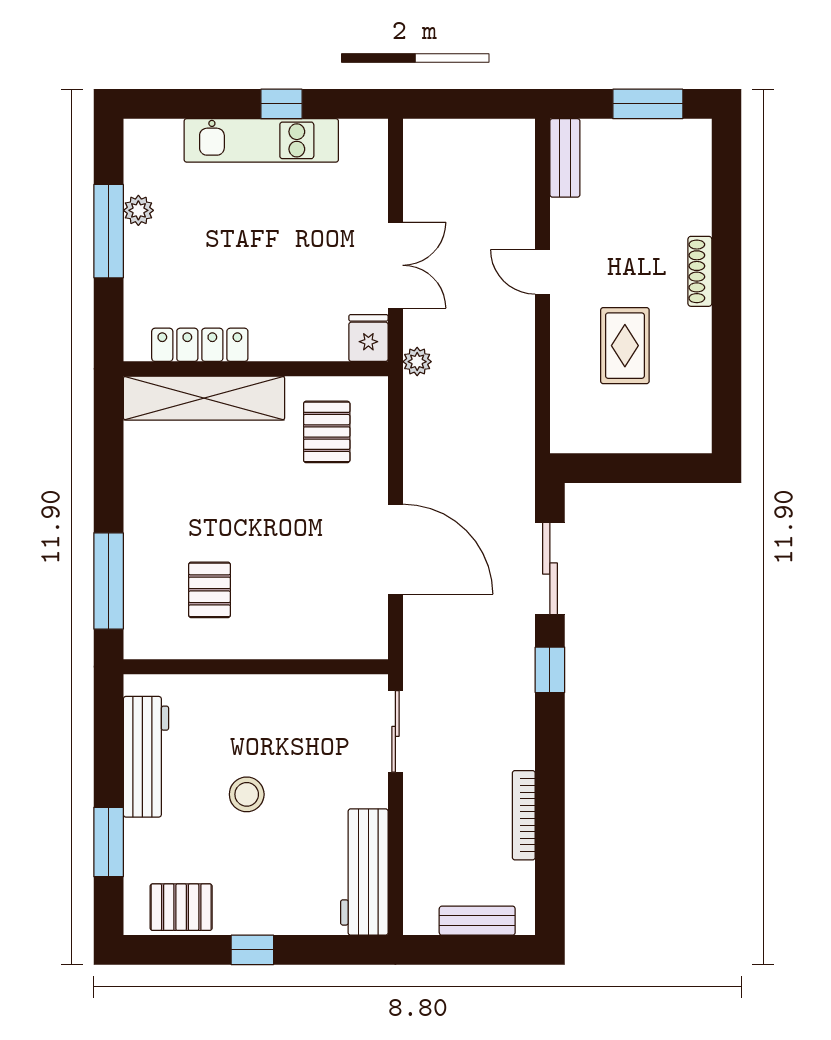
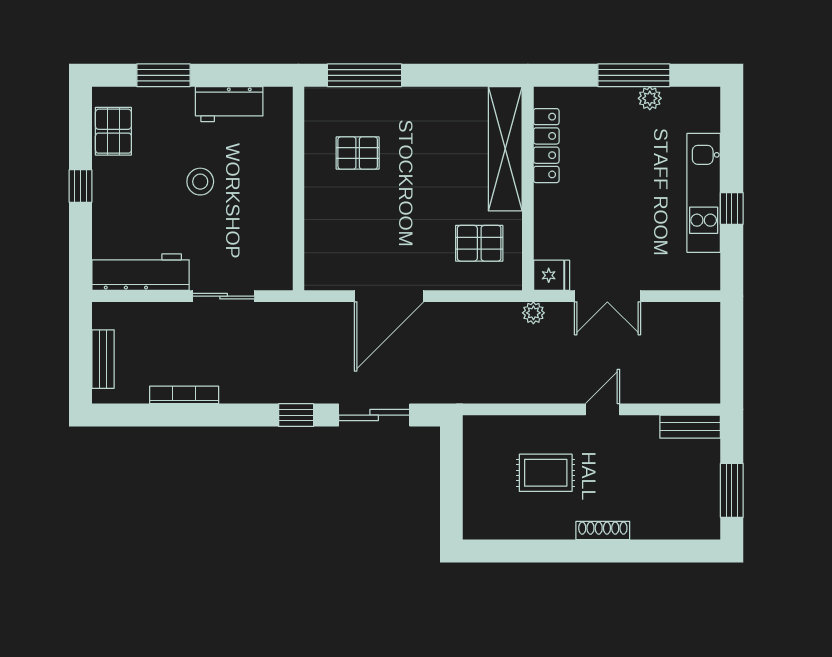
sliding door: (395, 731) -> (224, 296), moved
workbench: (146, 757) -> (229, 104), width x0.73

